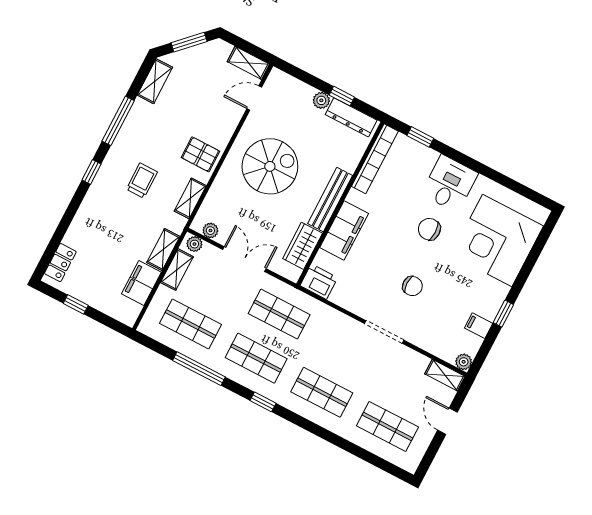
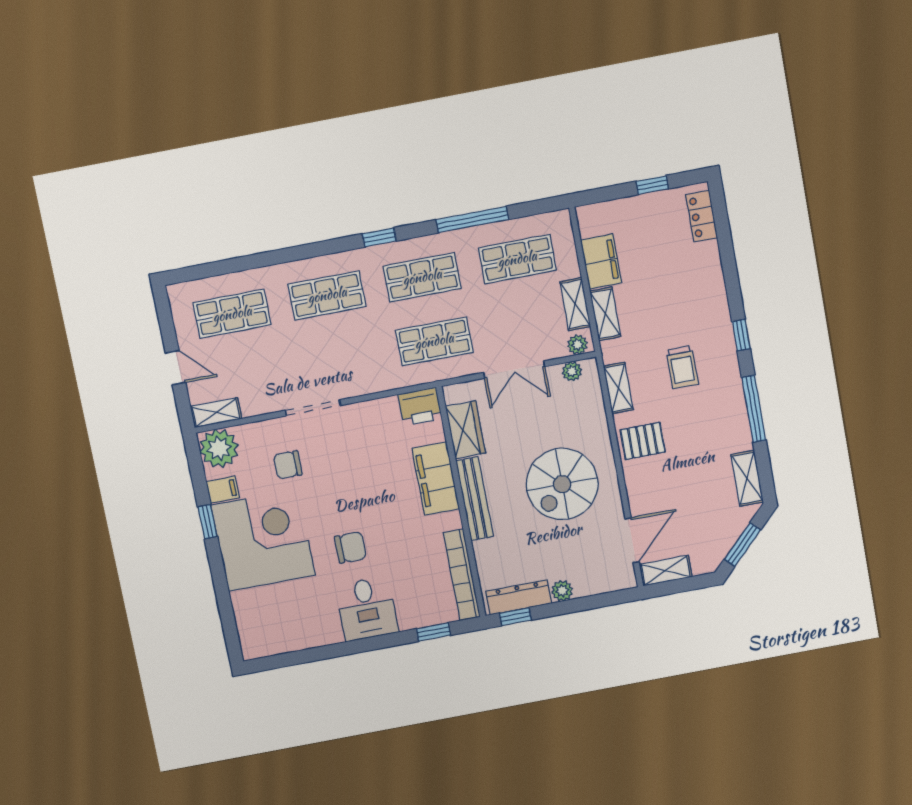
window: (342, 96) -> (515, 617), moved
door: (254, 98) -> (632, 540), width x1.38
corner desk: (497, 240) -> (263, 540), moved
chair: (412, 286) -> (288, 465), moved
plant: (464, 362) -> (219, 448), width x1.88, depth x1.88

